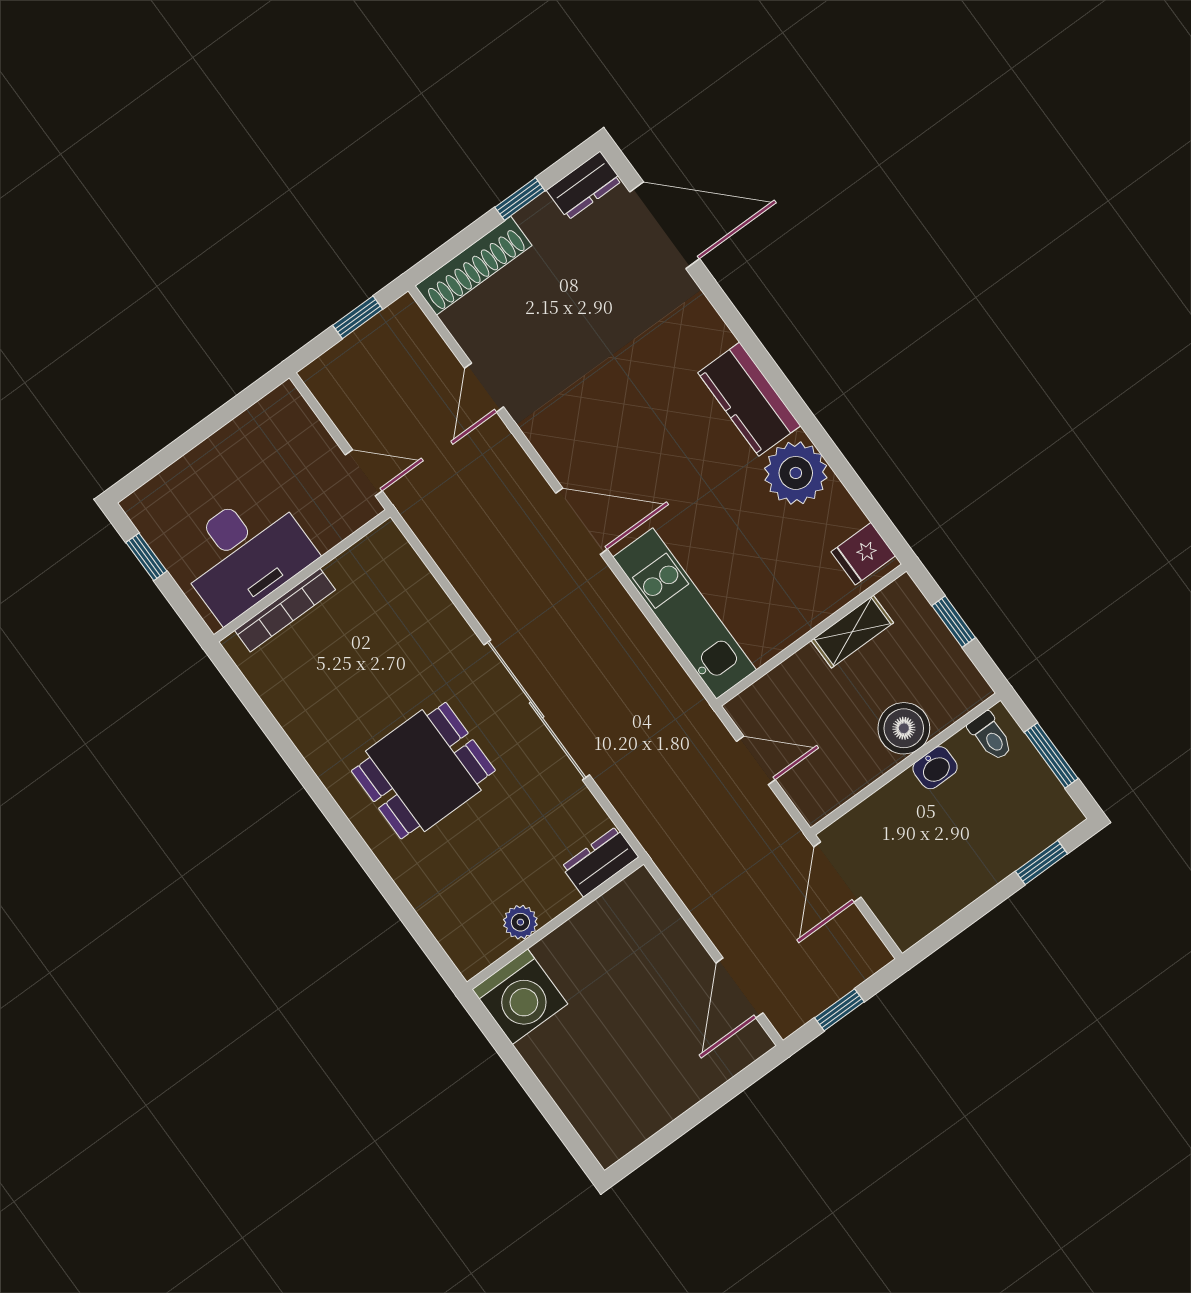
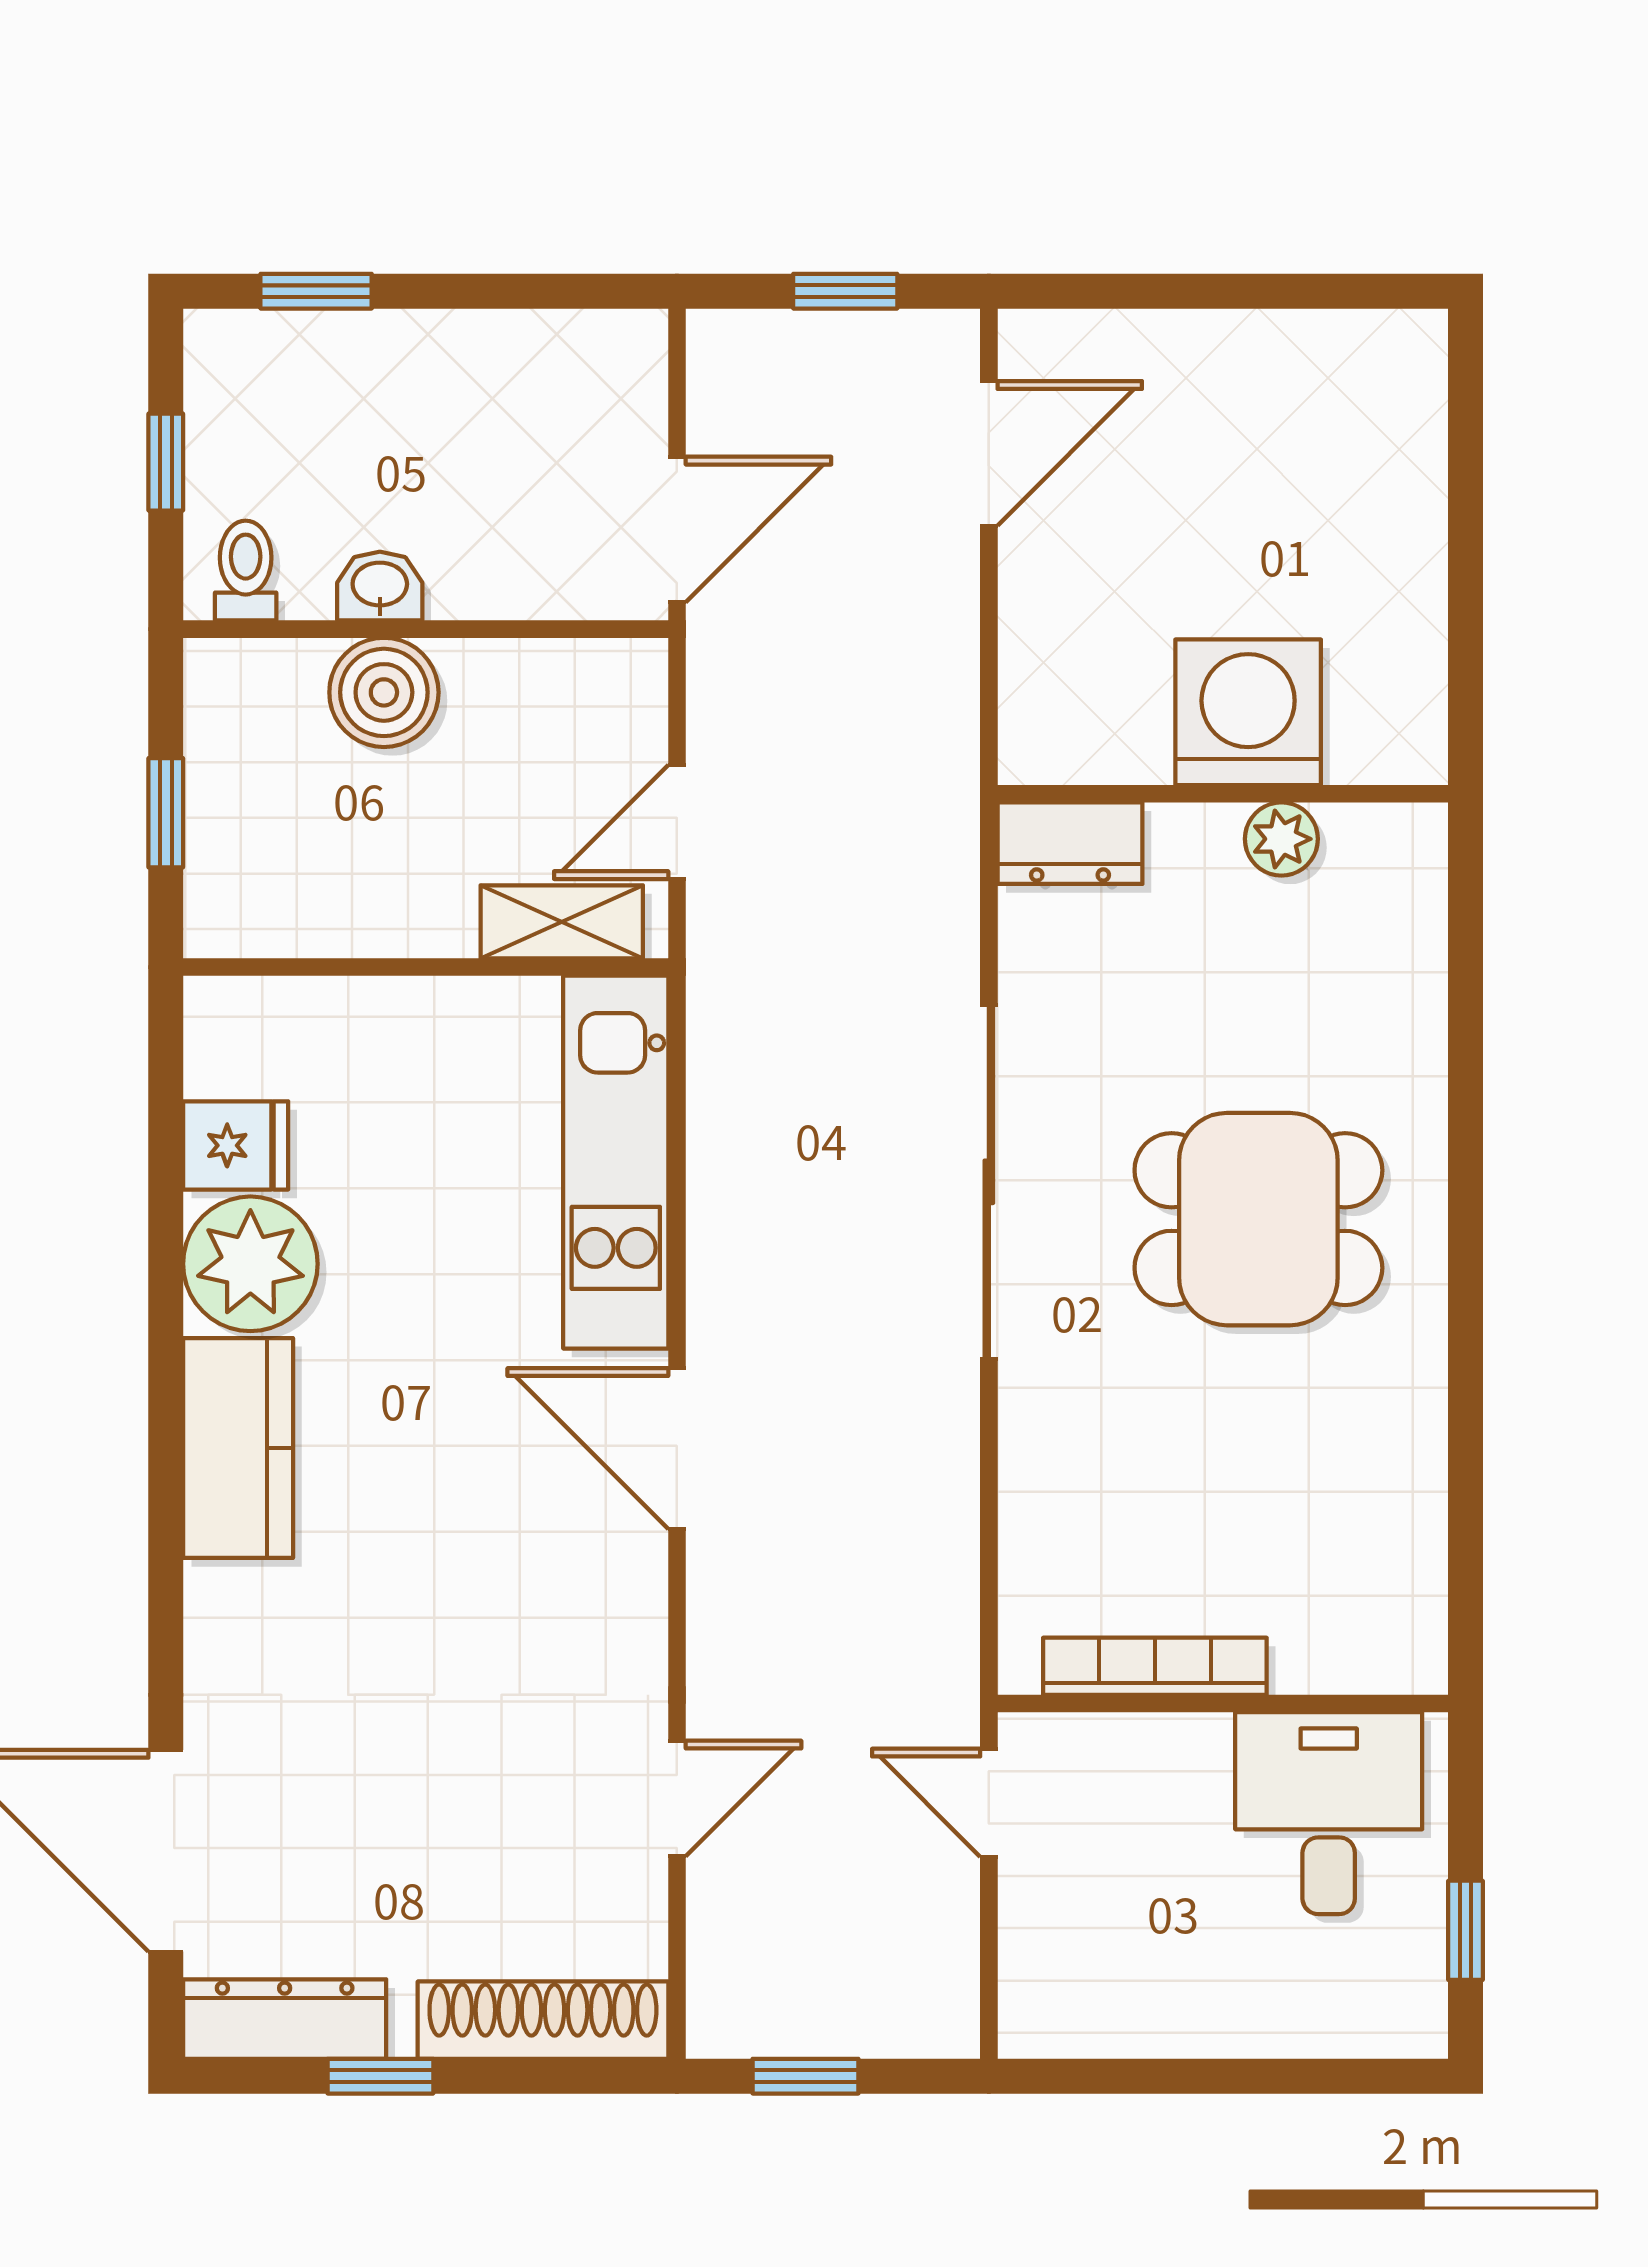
dresser: (584, 186) -> (285, 2019), width x1.44
desk: (244, 554) -> (1329, 1813), width x0.73
fridge: (863, 554) -> (236, 1145), moved
bookcase: (285, 610) -> (1155, 1666), moved
shelving: (852, 632) -> (562, 922), moved
window: (1051, 755) -> (166, 462), width x0.67
door: (756, 760) -> (677, 822), hinge flipped
washing machine: (520, 997) -> (1248, 712), moved

